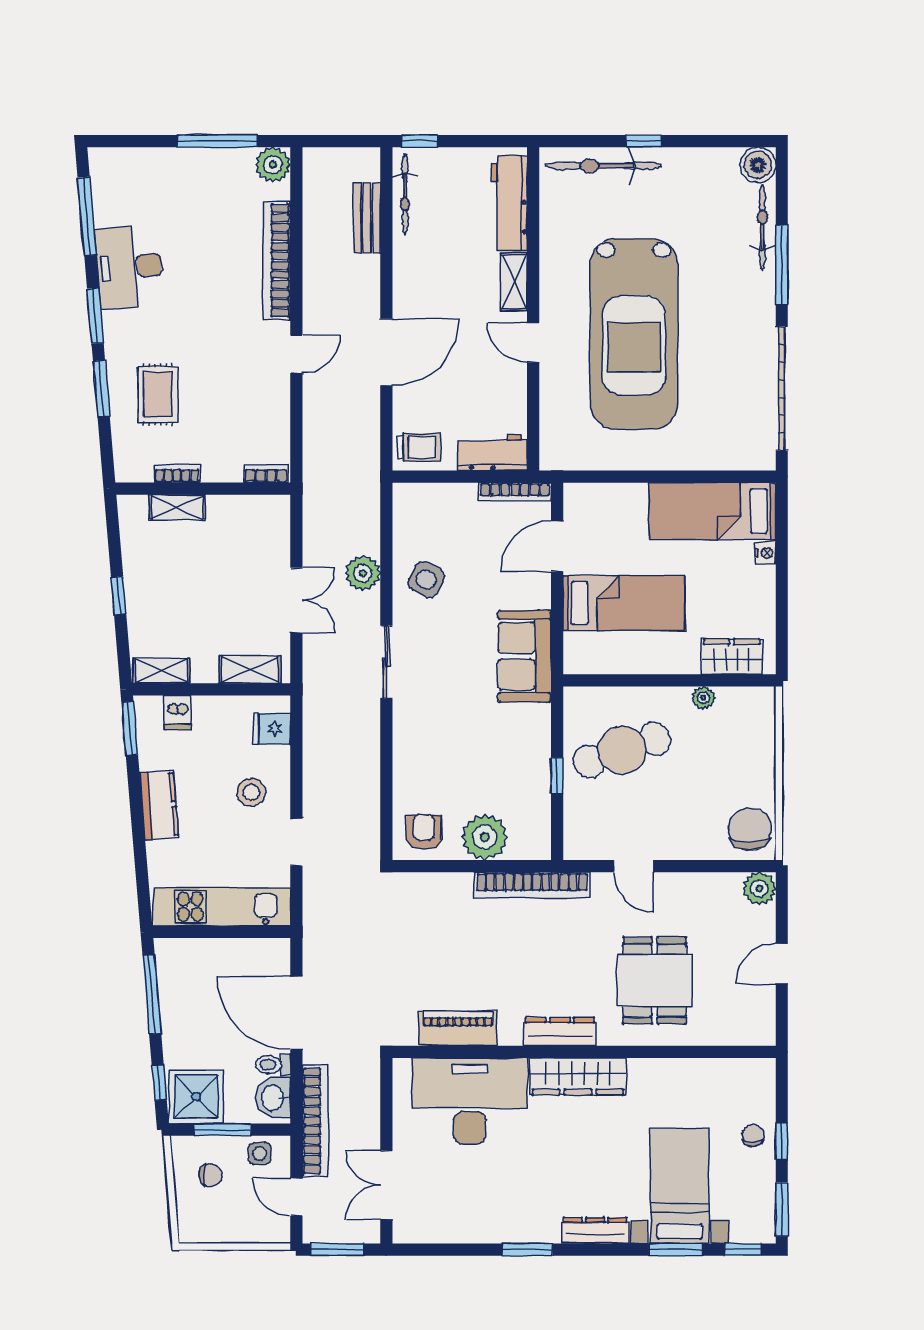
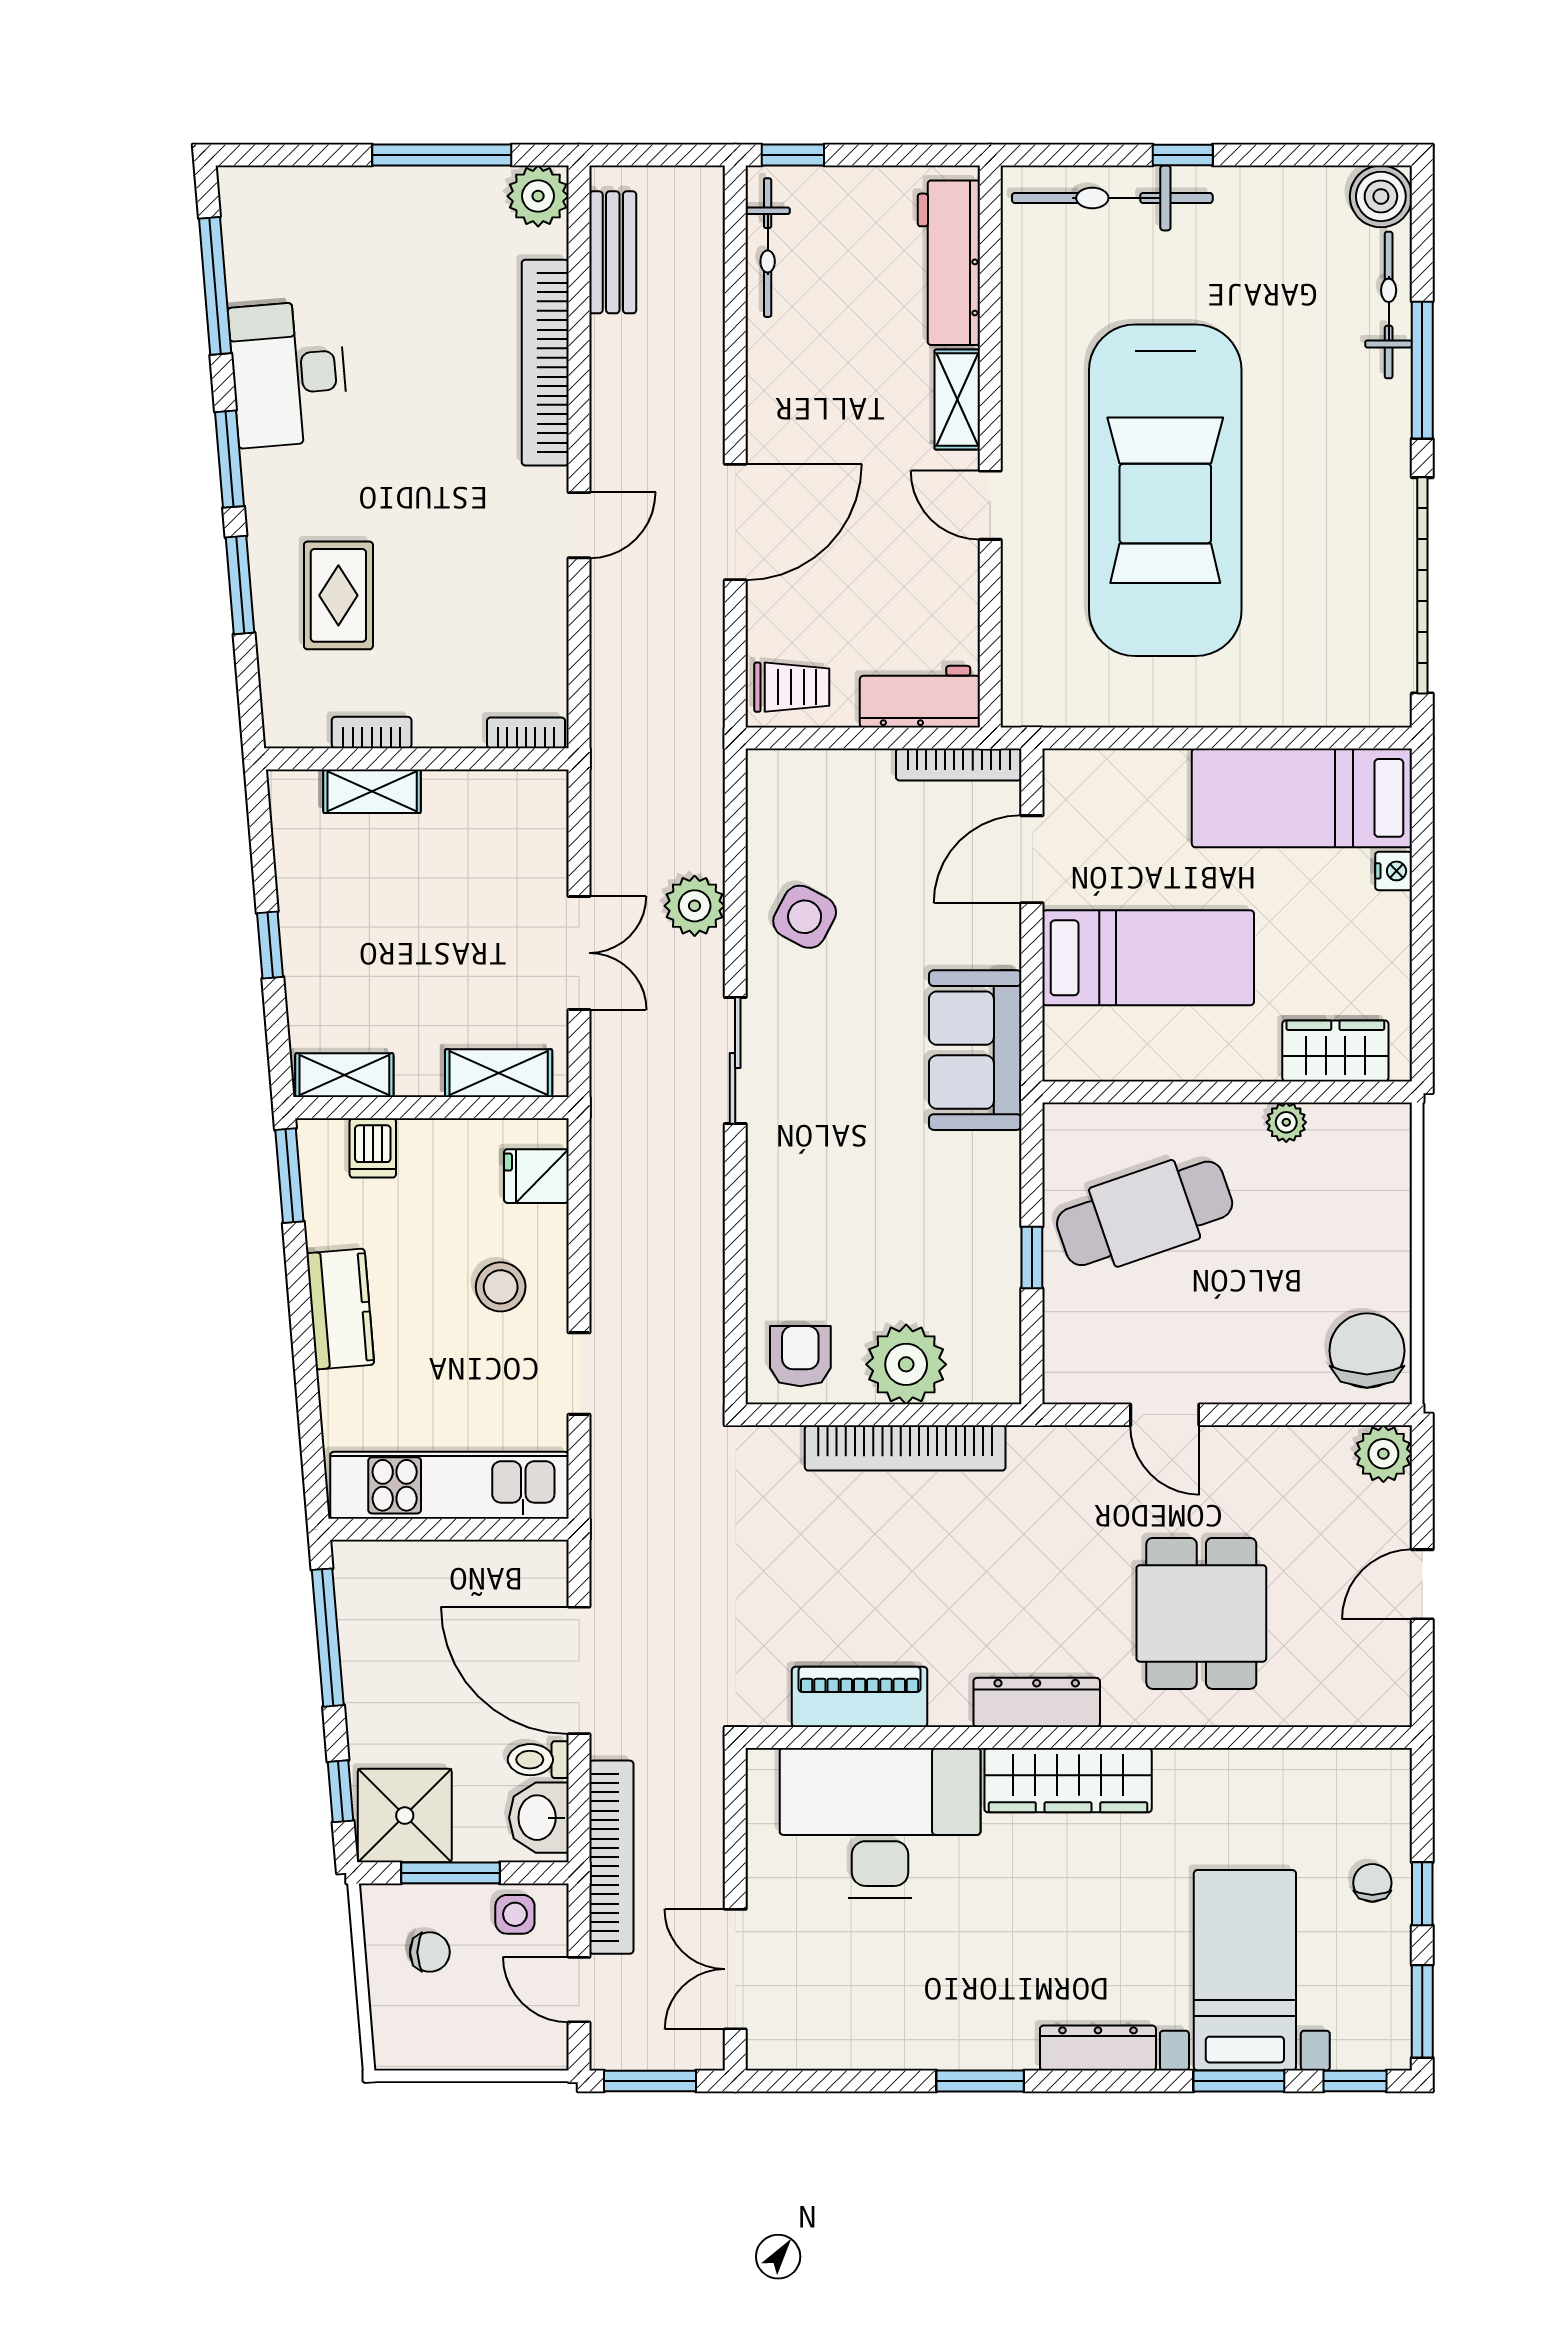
bench: (367, 218) -> (613, 252), moved
bookcase: (532, 885) -> (905, 1448), moved

